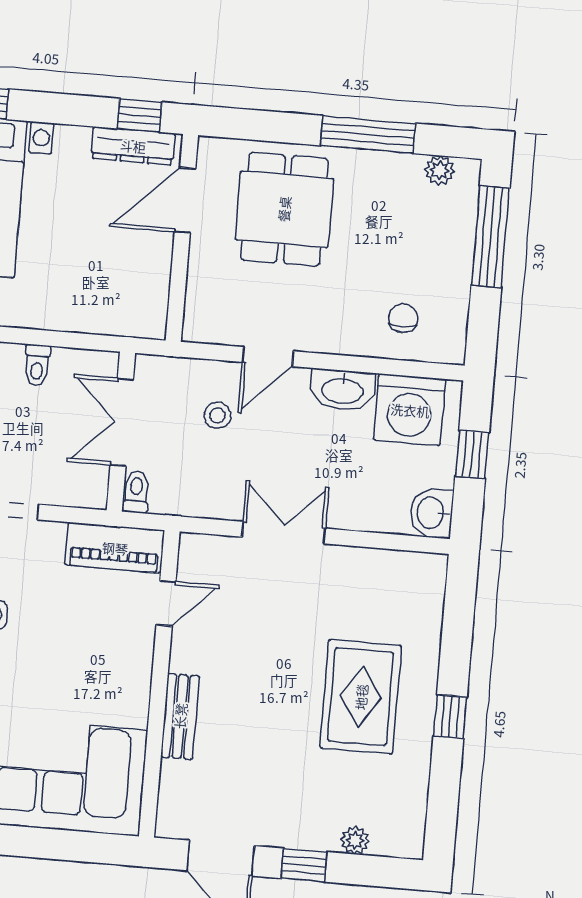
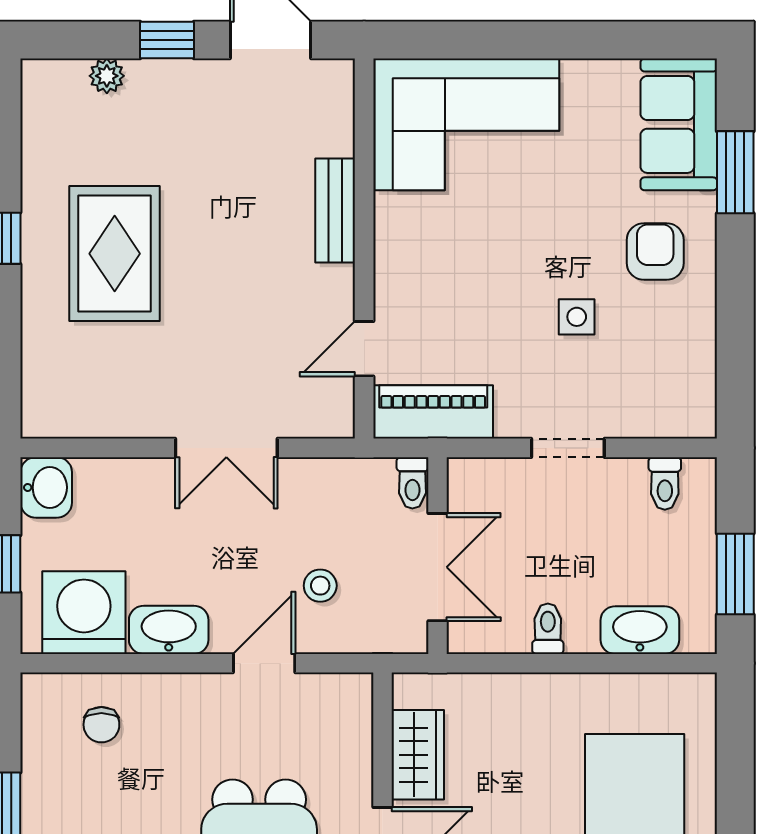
wardrobe: (150, 272) -> (418, 755), added

